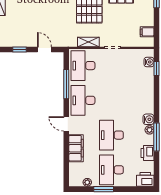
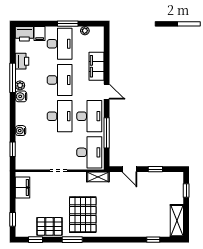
filing cabinet: (147, 32) -> (23, 187), width x2.00
shelving: (88, 42) -> (98, 177), moved
water cooler: (149, 62) -> (21, 131), moved
desk: (111, 100) -> (60, 116), added
filing cabinet: (131, 180) -> (40, 34), added

